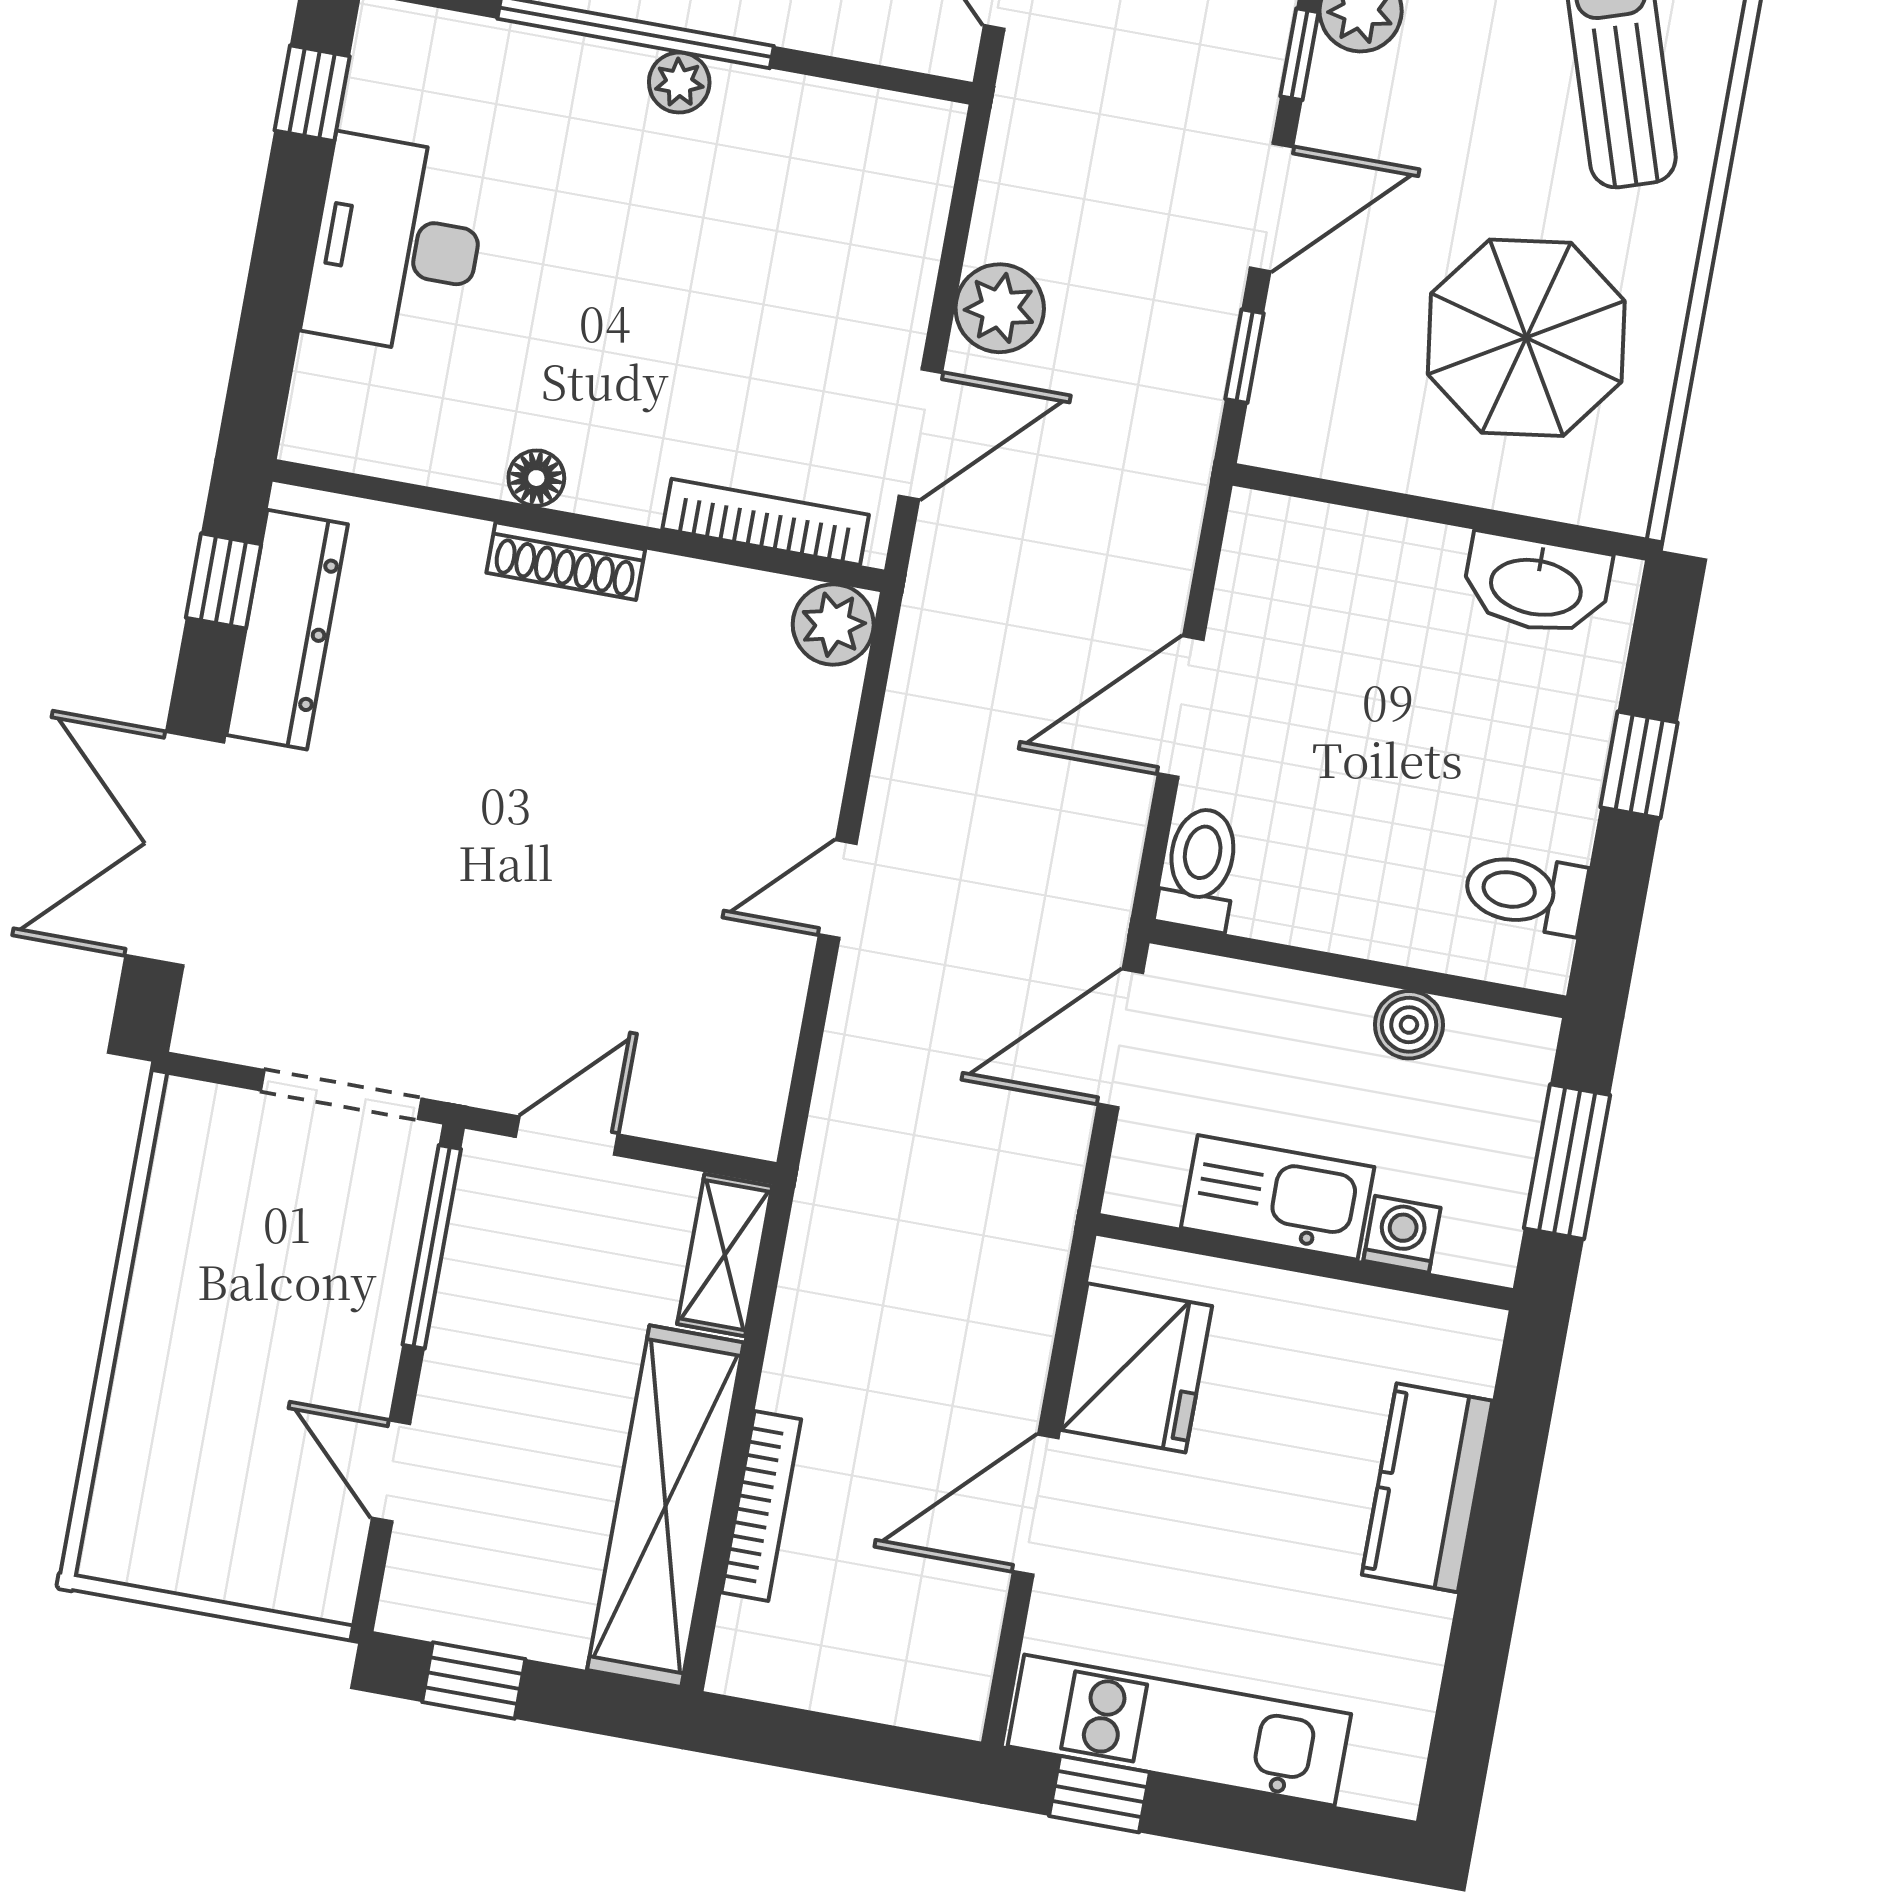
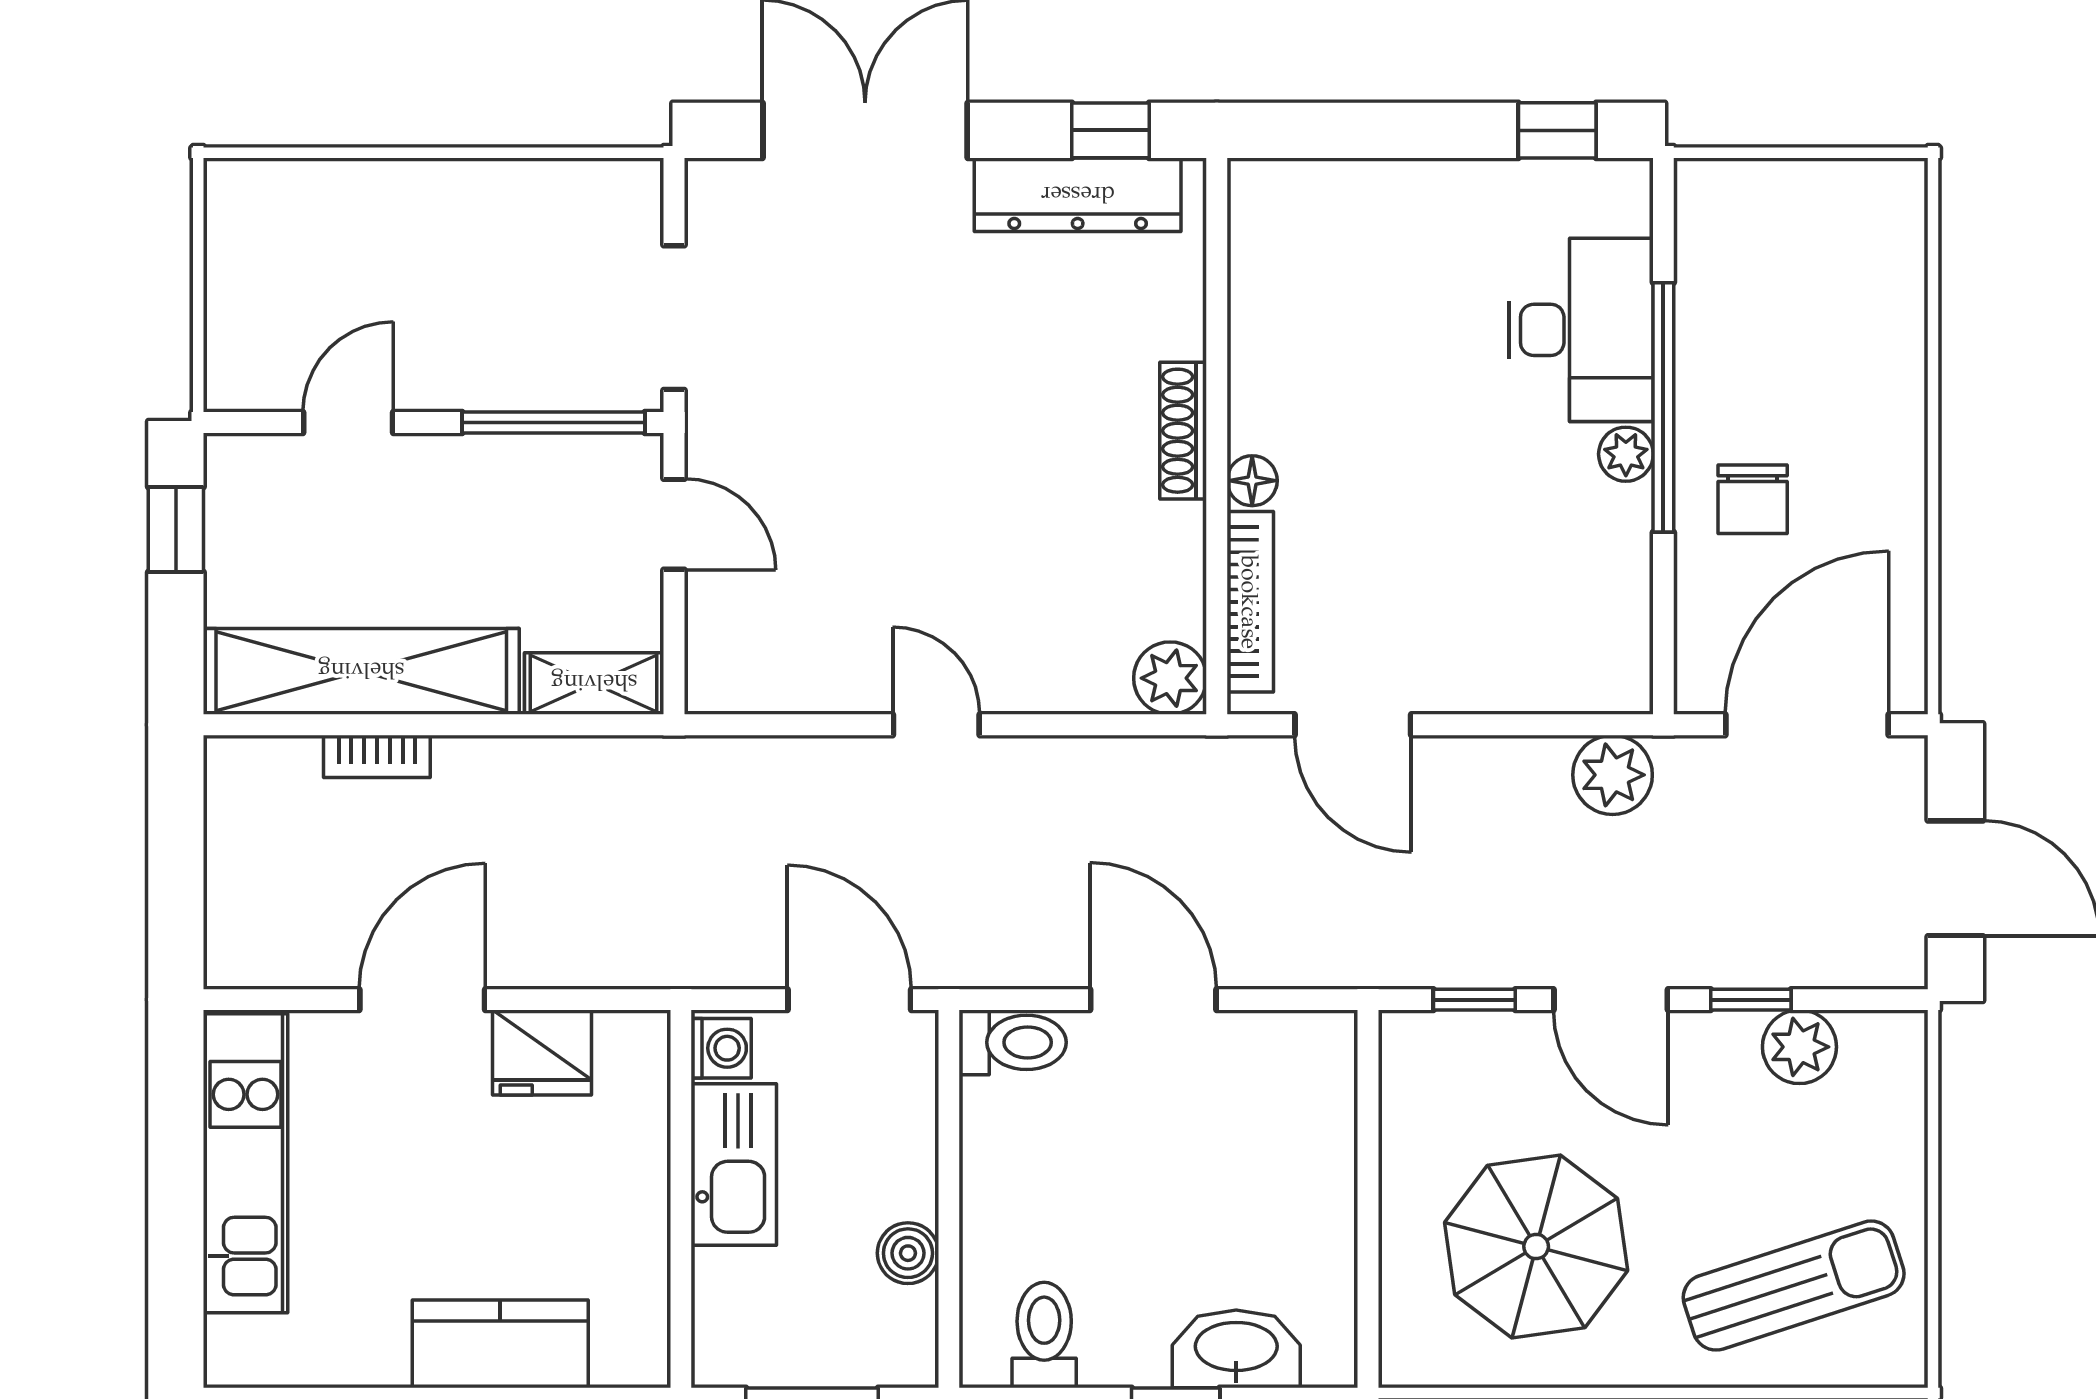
desk: (397, 245) -> (1581, 330), moved, turned 90
plant: (1000, 308) -> (1613, 775), moved
floor lamp: (536, 478) -> (1252, 481), moved
washbasin: (1536, 585) -> (1236, 1349), moved, turned 90
washing machine: (1402, 1234) -> (721, 1048), moved
fridge: (1137, 1368) -> (542, 1052), width x0.73, depth x0.75
door: (1036, 1505) -> (422, 1000), hinge flipped
bookcase: (761, 1506) -> (377, 756), width x0.64
window: (1100, 1794) -> (176, 1103), removed

